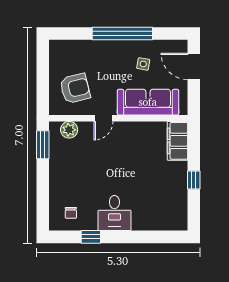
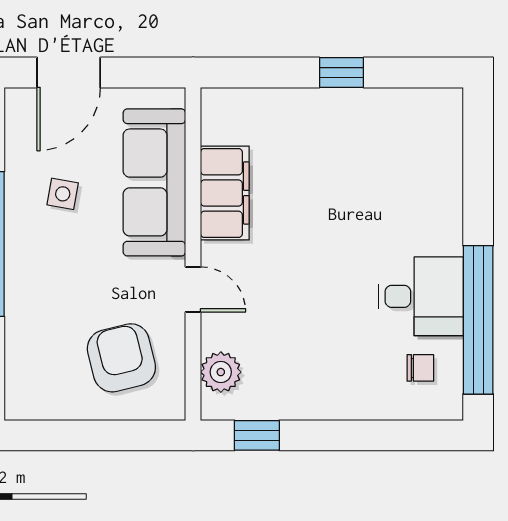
filing cabinet: (177, 141) -> (225, 193), moved, turned -90
window: (43, 145) -> (257, 435), width x0.67
desk: (114, 213) -> (421, 296), moved
window: (91, 237) -> (478, 320), width x3.17

